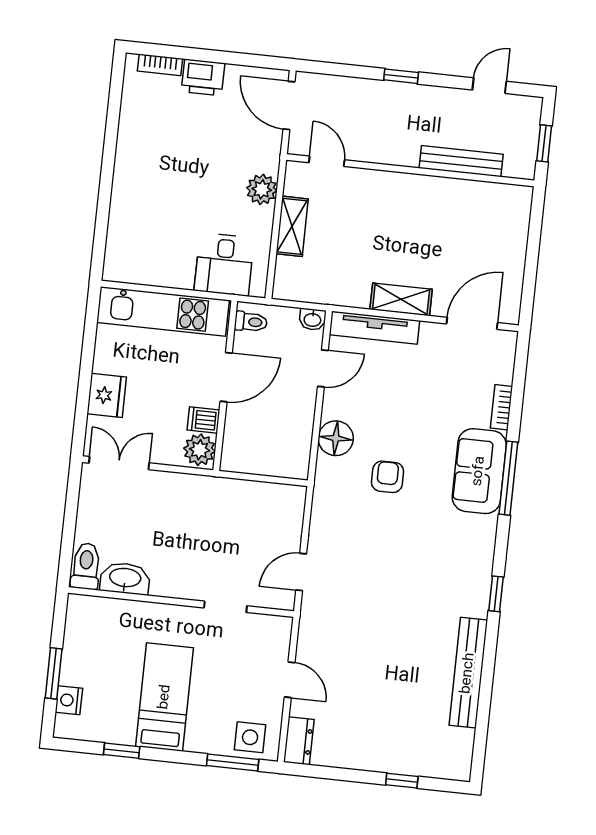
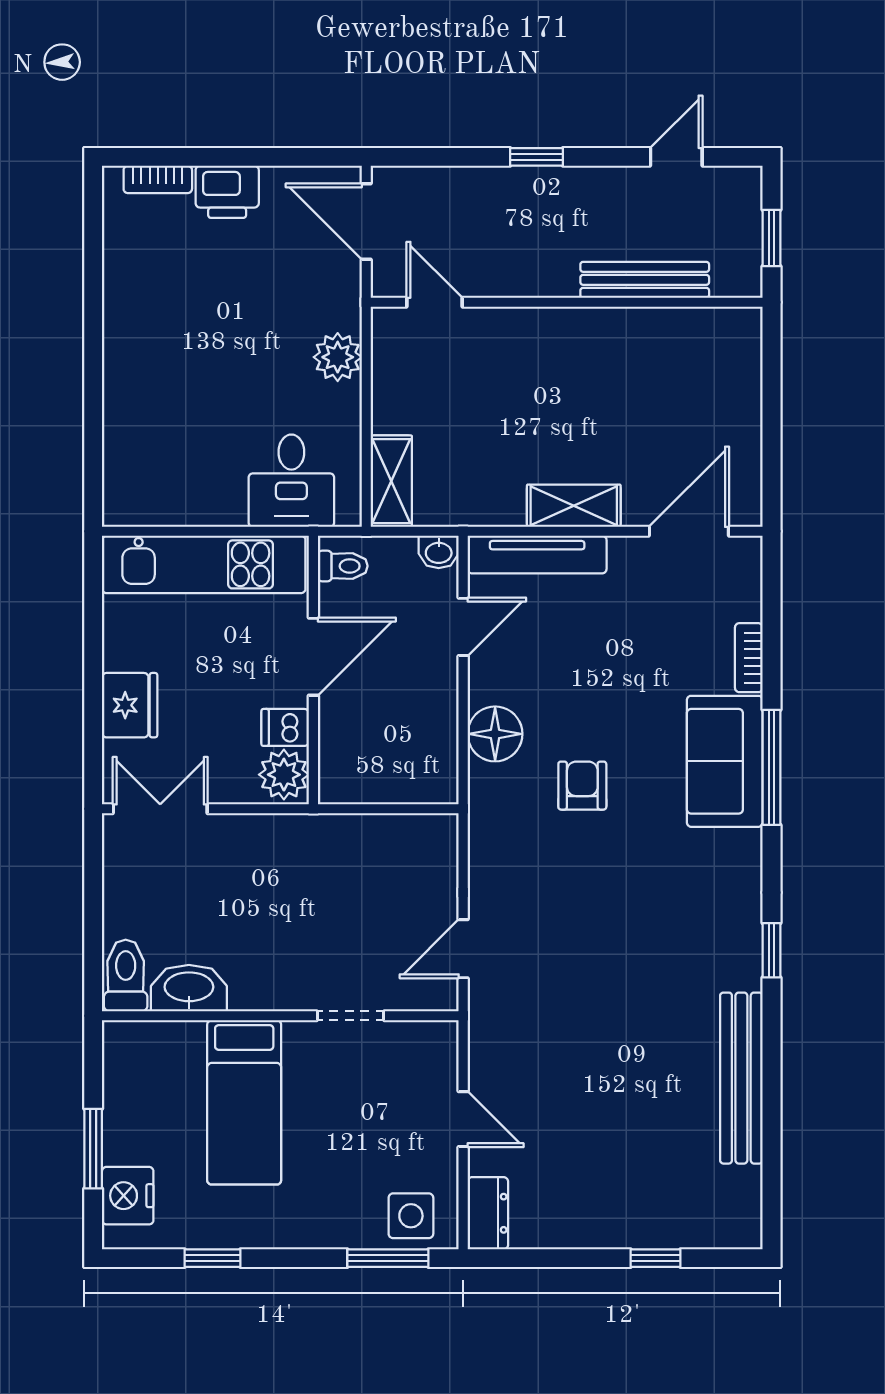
shelving: (292, 226) -> (391, 481), moved
bed: (165, 697) -> (244, 1102), moved, turned 180
nightstand: (69, 700) -> (128, 1196), width x1.36, depth x1.33

